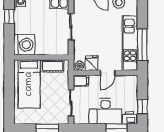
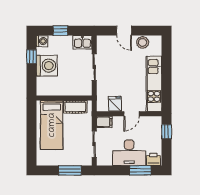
washing machine: (24, 45) -> (47, 66), moved
window: (142, 45) -> (167, 85), removed
plant: (80, 66) -> (103, 107), removed
window: (142, 107) -> (167, 132), moved

